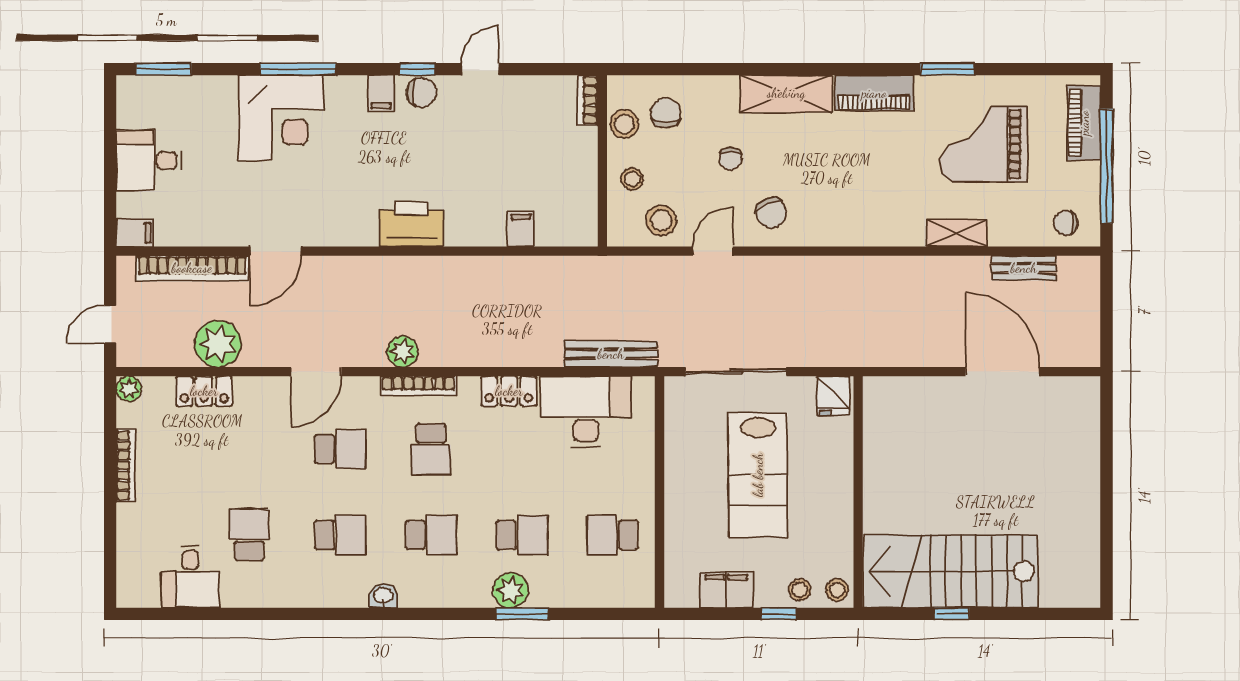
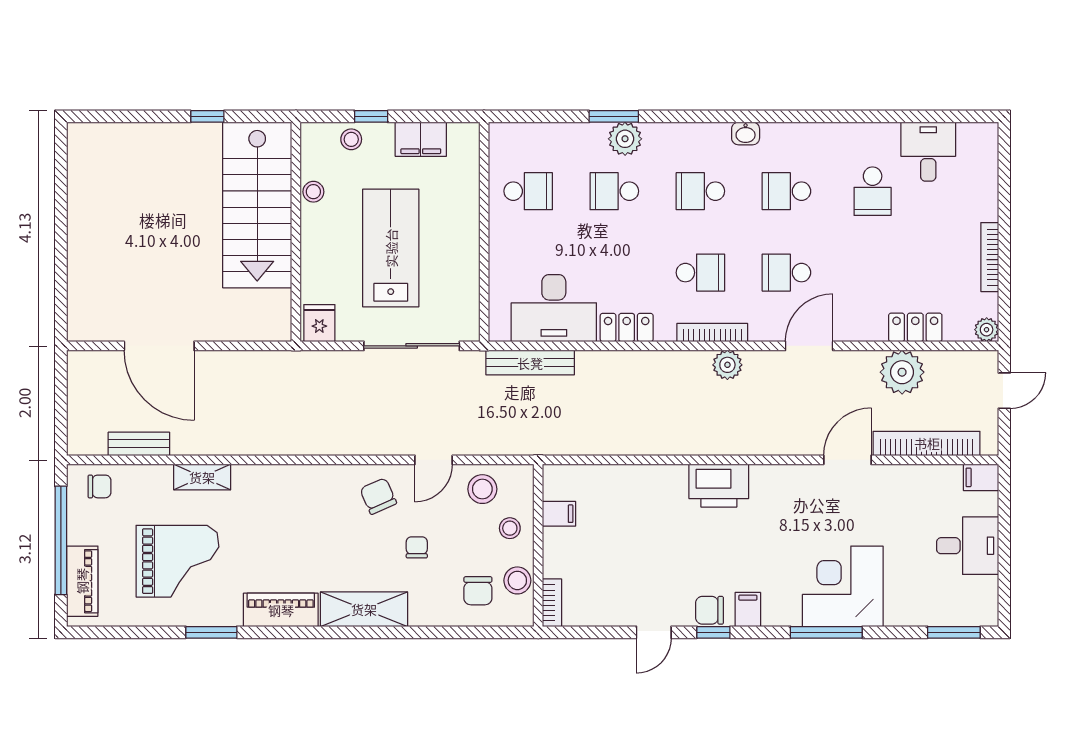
filing cabinet: (521, 229) -> (559, 514), moved, turned -90
school desk: (431, 449) -> (700, 273), turned 90
stairs: (950, 571) -> (257, 205), moved, turned 90
stool: (837, 590) -> (313, 192), moved

